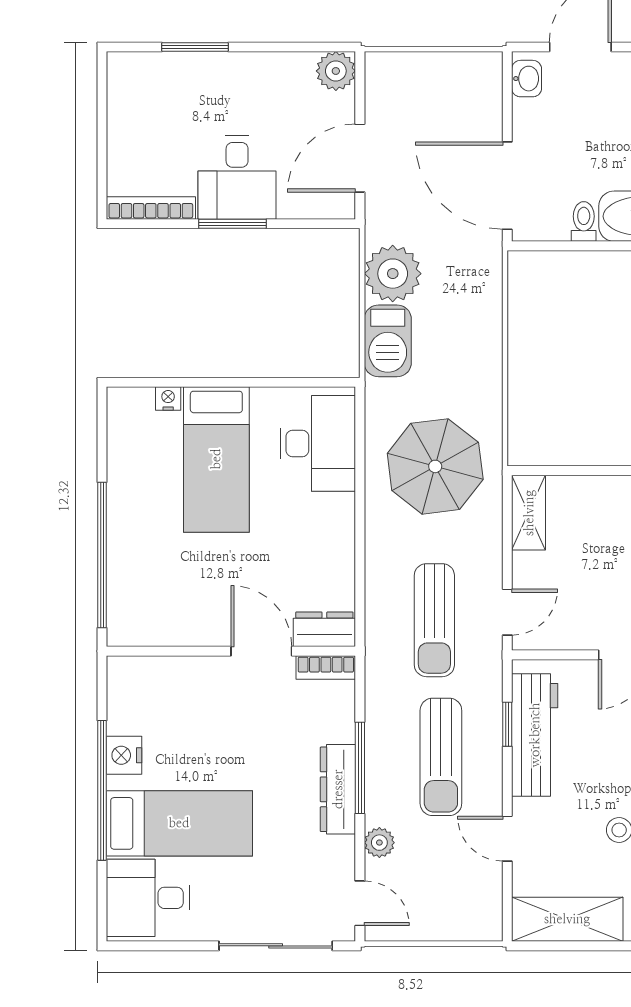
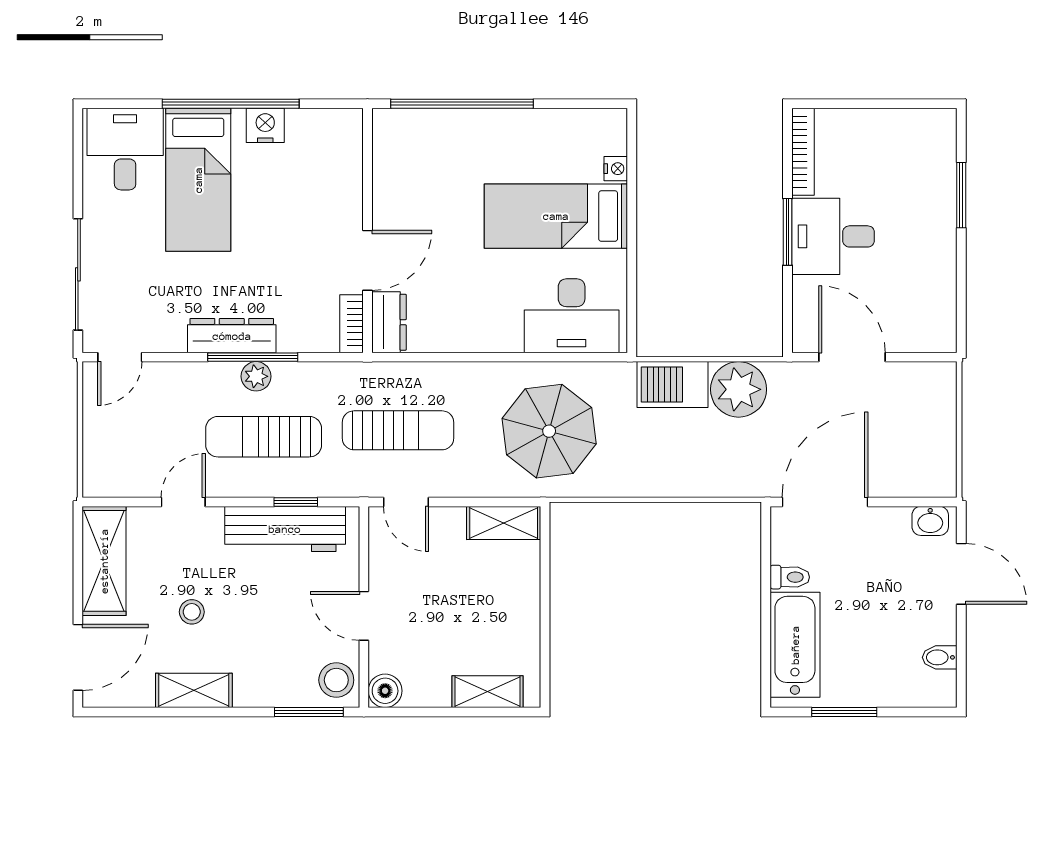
plant: (336, 71) -> (938, 333), removed
sun lounger: (434, 620) -> (398, 430), turned 180
plant: (379, 843) -> (256, 376), moved

